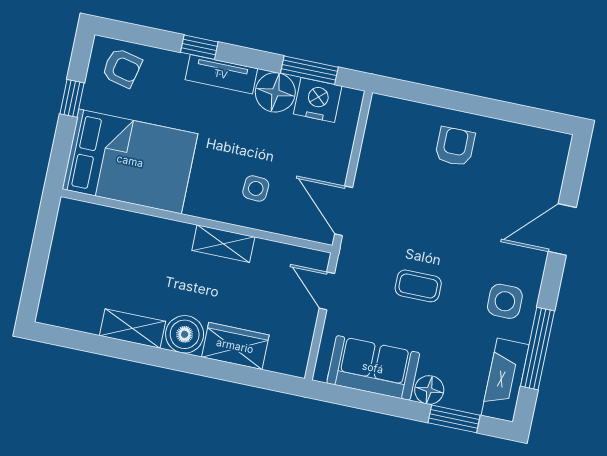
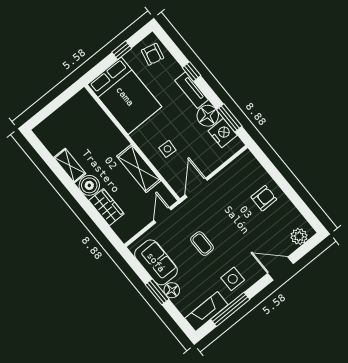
plant: (552, 161) -> (299, 236), added
shelving: (223, 244) -> (139, 168), width x1.50, depth x1.33
window: (454, 419) -> (157, 292), moved

